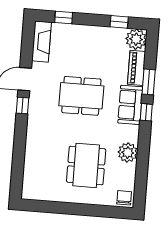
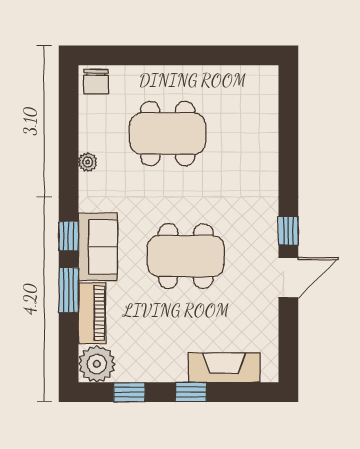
window: (64, 18) -> (191, 392), moved
fireplace: (41, 42) -> (224, 368), moved, turned 90
plant: (128, 153) -> (88, 162), width x0.53, depth x0.53
dining table: (86, 165) -> (168, 134), turned 90

